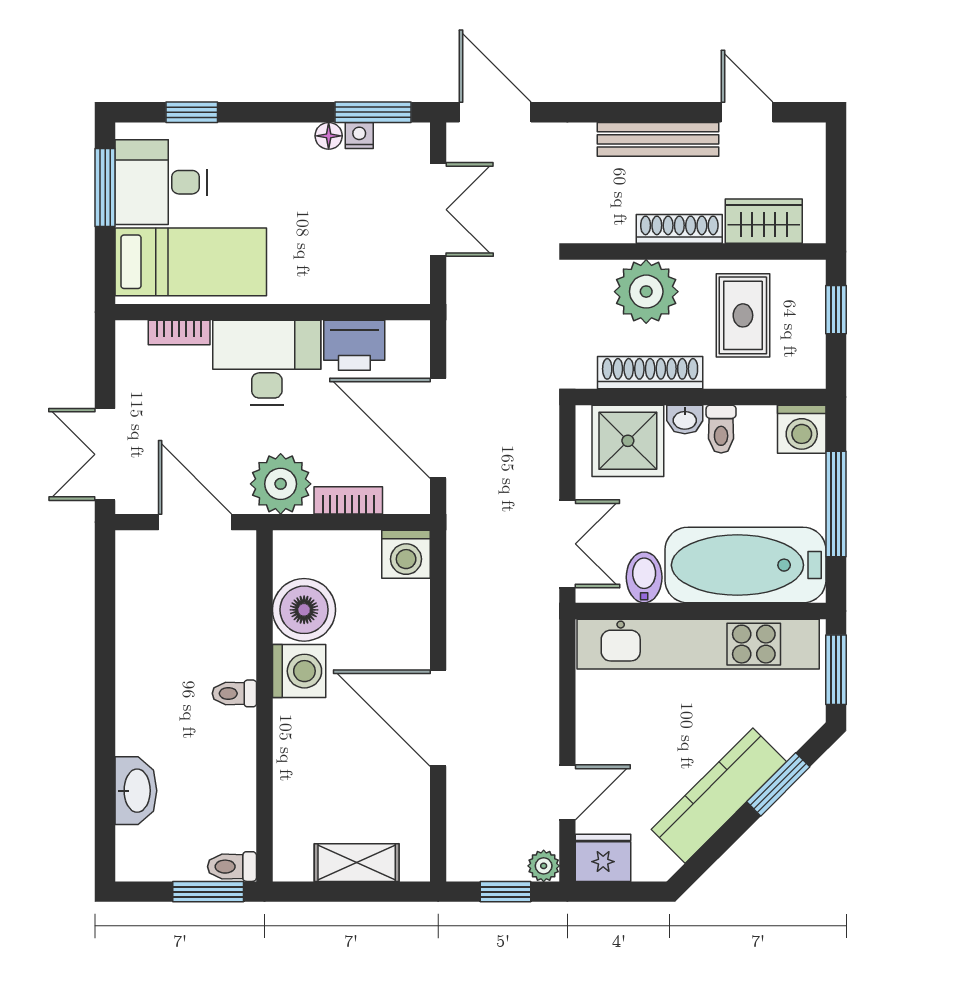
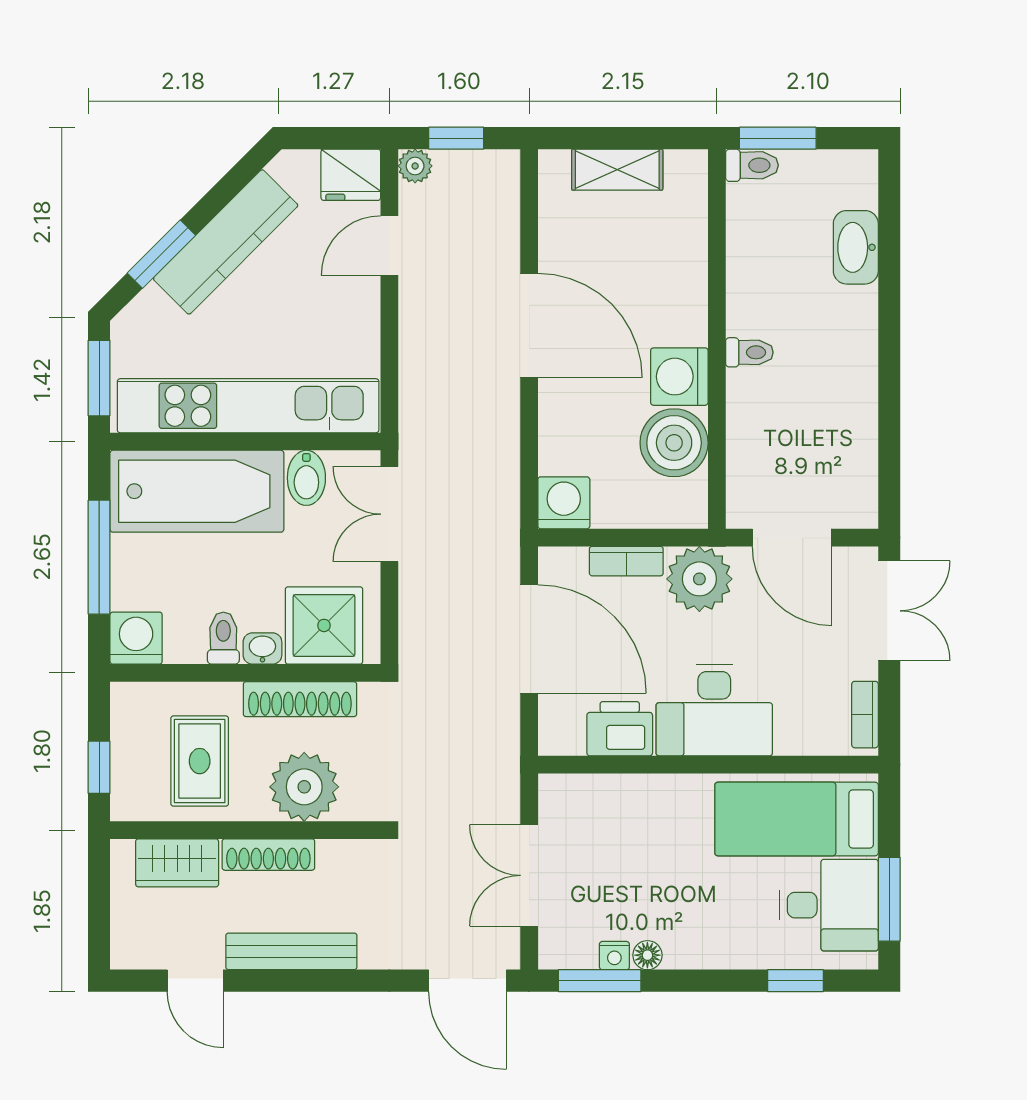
bookcase: (179, 333) -> (865, 715), moved, turned -90

